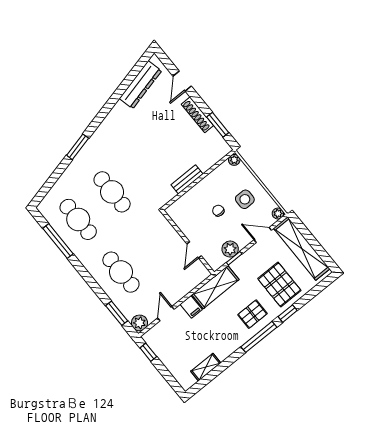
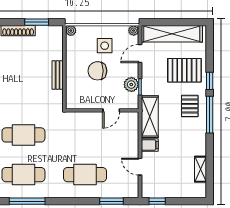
chair: (218, 211) -> (97, 71), width x1.87, depth x1.87
door: (194, 250) -> (111, 110), hinge flipped
plant: (139, 323) -> (131, 191), removed

